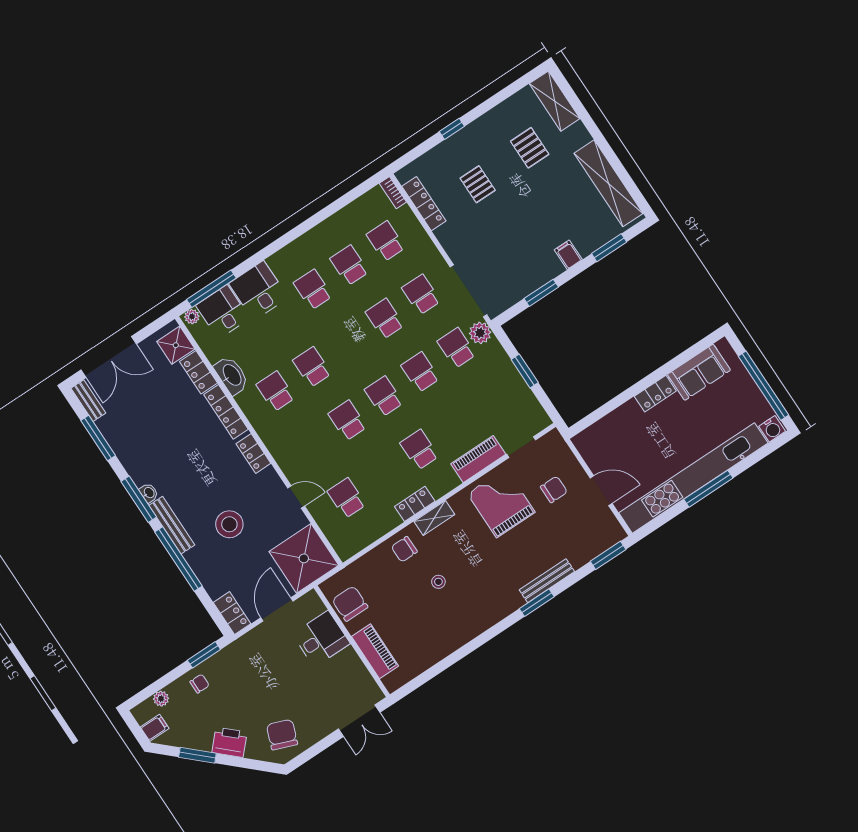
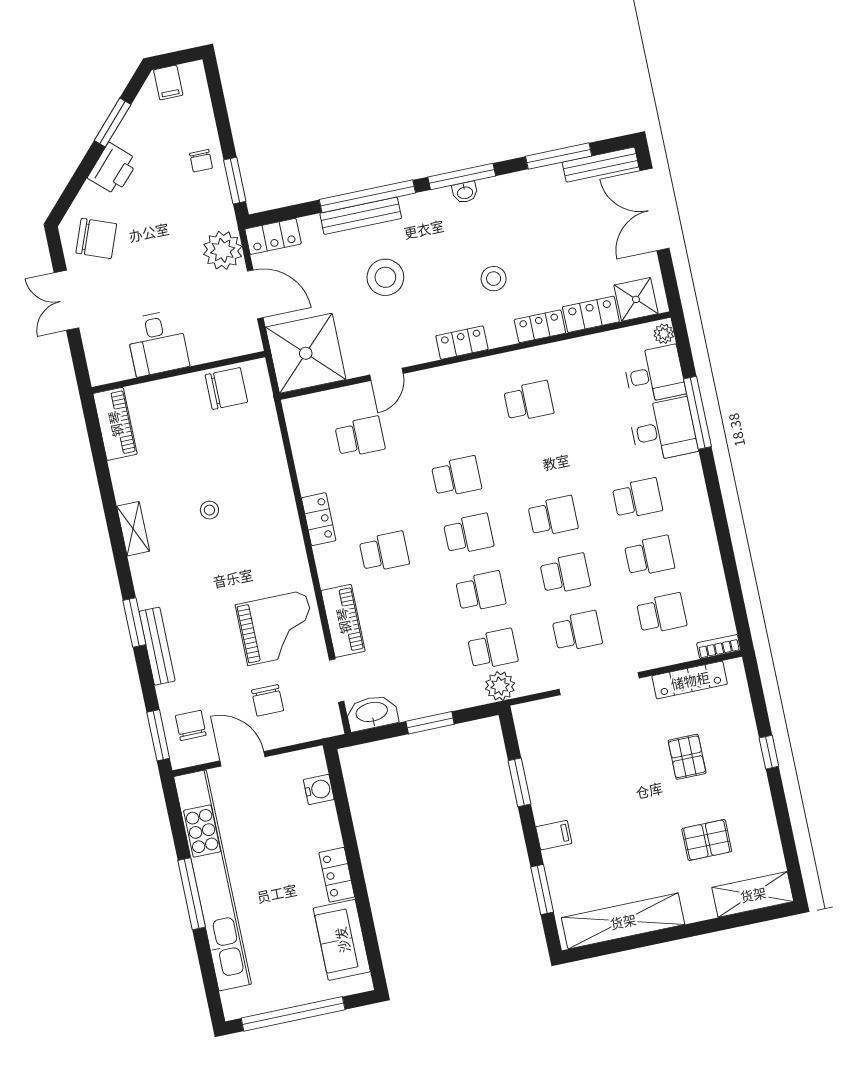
pallet: (478, 184) -> (687, 757), turned 90
window: (211, 289) -> (697, 413), moved
doorway: (468, 291) -> (599, 684), moved
school desk: (312, 367) -> (553, 516), moved
washbasin: (232, 375) -> (372, 713), moved, turned 180
bench: (88, 401) -> (601, 165), width x1.36
locker: (226, 412) -> (540, 326), width x0.66
water cooler: (772, 429) -> (319, 790), moved, turned 180
stool: (201, 449) -> (494, 279), added
door: (601, 491) -> (243, 759), swing flipped
shelving: (434, 518) -> (133, 529), moved
bench: (172, 525) -> (361, 216), moved
chair: (404, 549) -> (191, 725), moved
desk: (321, 639) -> (157, 343), moved
piano: (375, 651) -> (115, 424), moved, turned -90
plant: (161, 699) -> (223, 250), moved, width x1.88, depth x1.88
double door: (359, 721) -> (67, 300), moved

